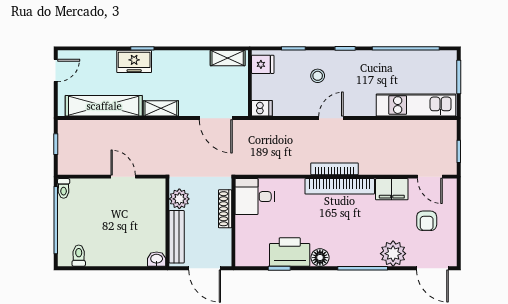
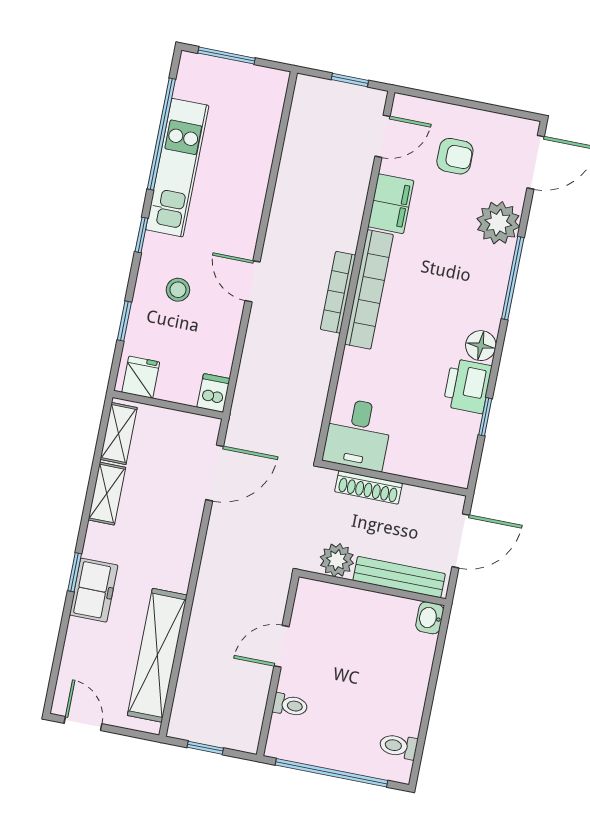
kitchen unit: (416, 105) -> (177, 168), moved, turned 180
shelving: (161, 108) -> (107, 494), moved
toilet: (64, 188) -> (290, 705), moved
printer: (290, 252) -> (467, 386), width x0.73, depth x0.84

